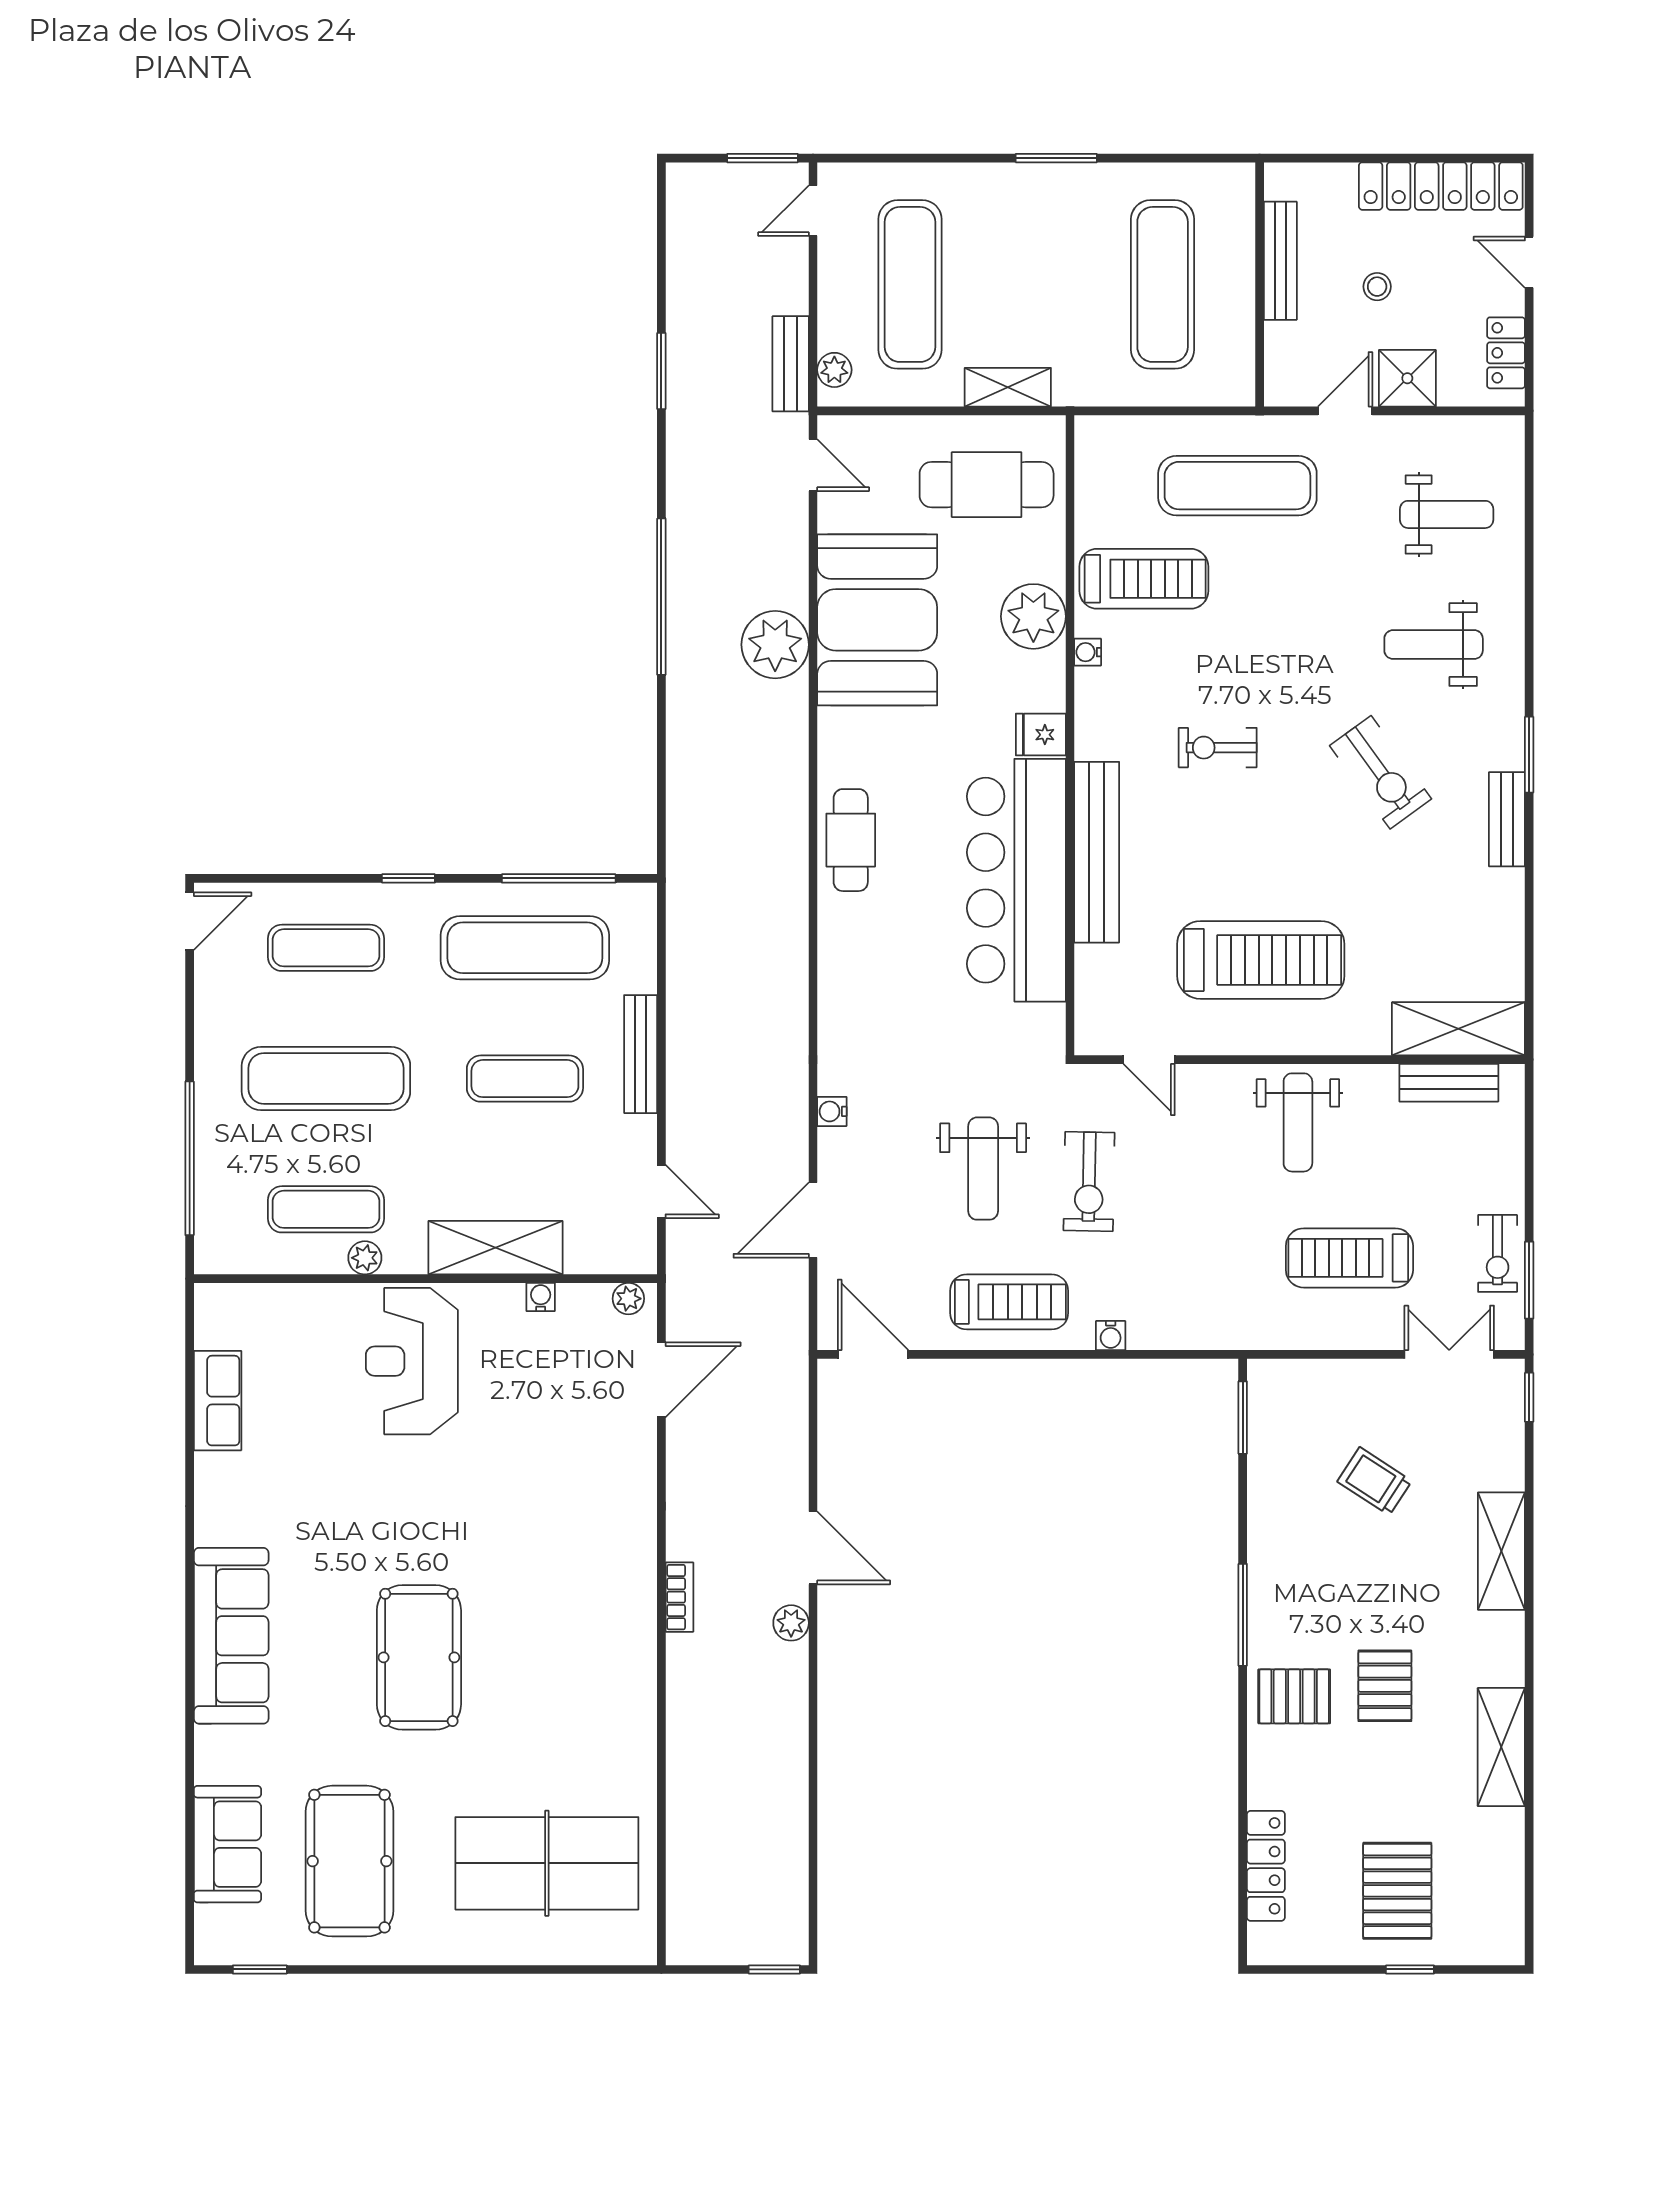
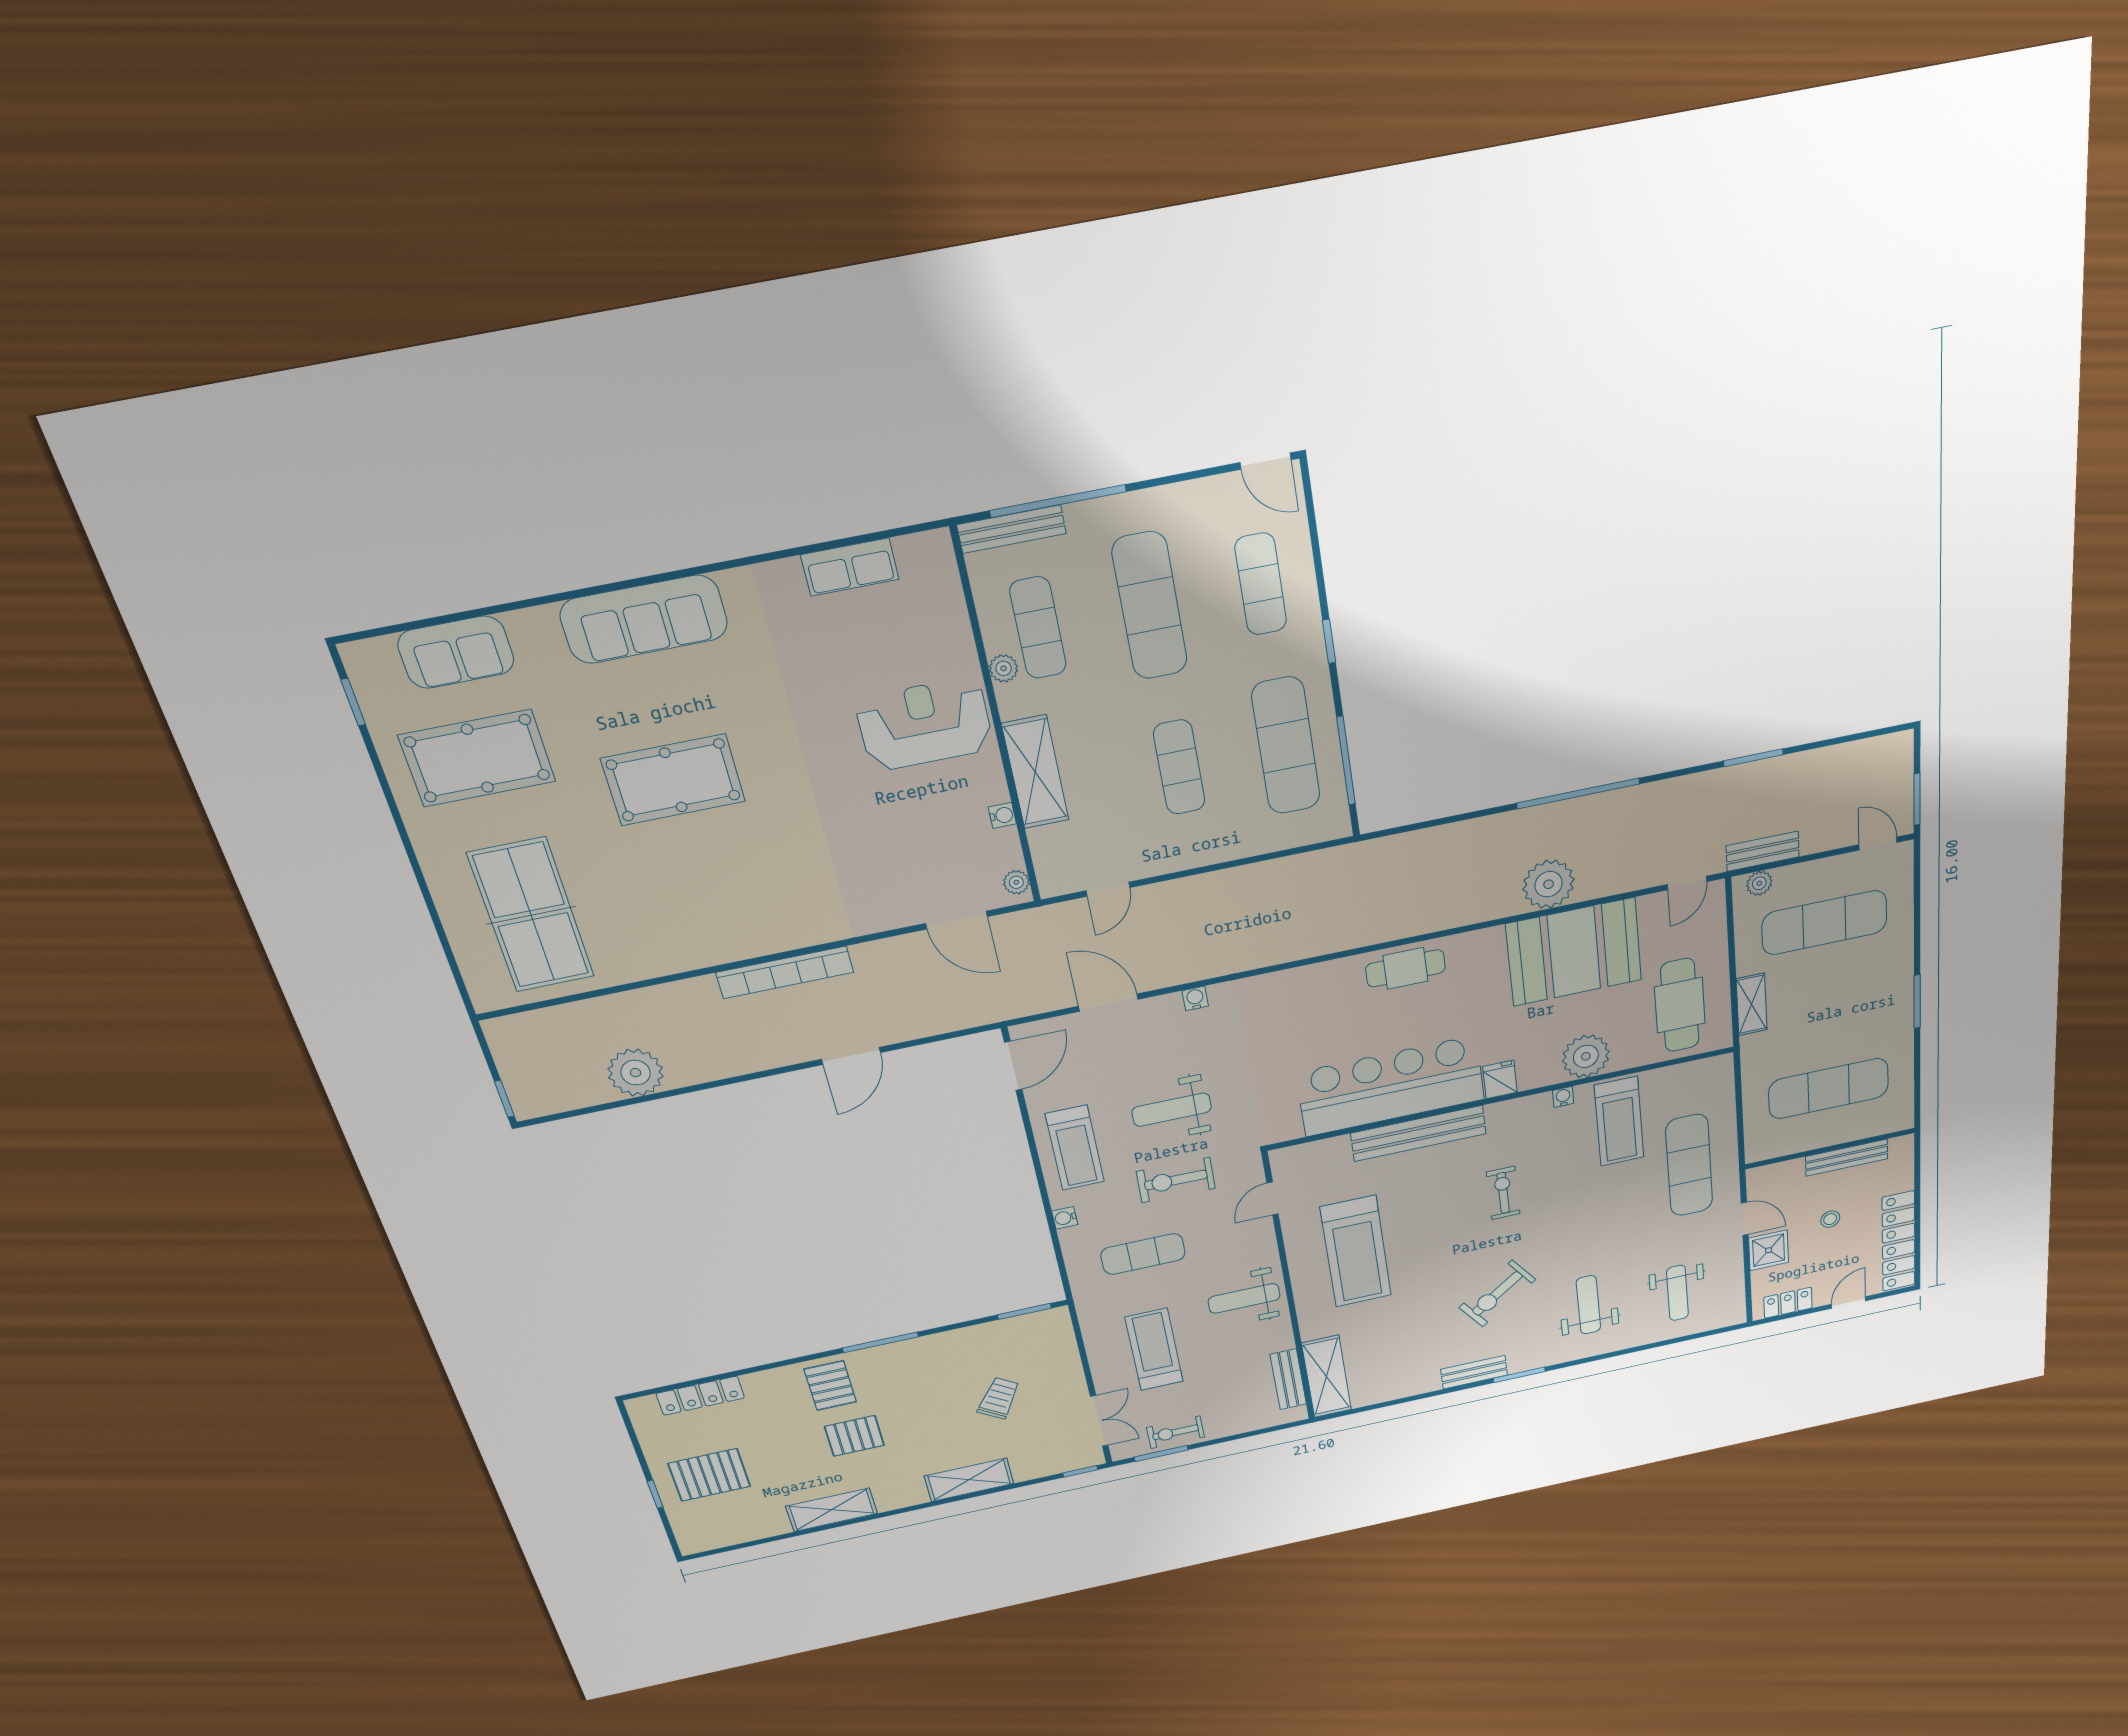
bench: (641, 1054) -> (1012, 529), moved
exercise mat: (1192, 1245) -> (1143, 1254), added
bookcase: (679, 1597) -> (785, 972), width x2.31, depth x1.31
plant: (791, 1623) -> (636, 1073), moved, width x1.88, depth x1.88

